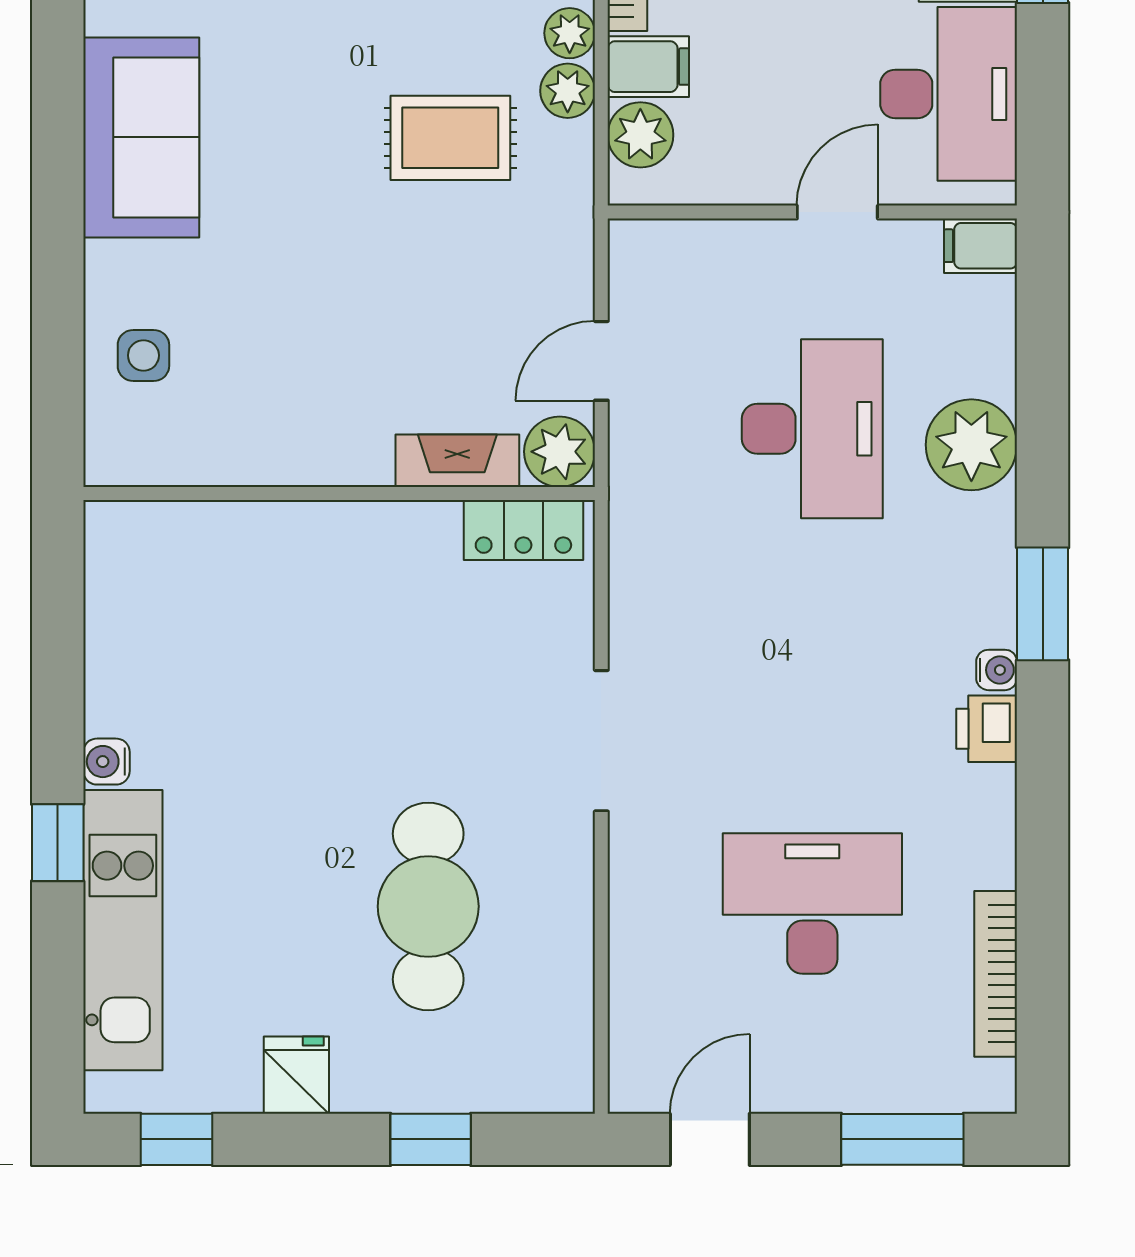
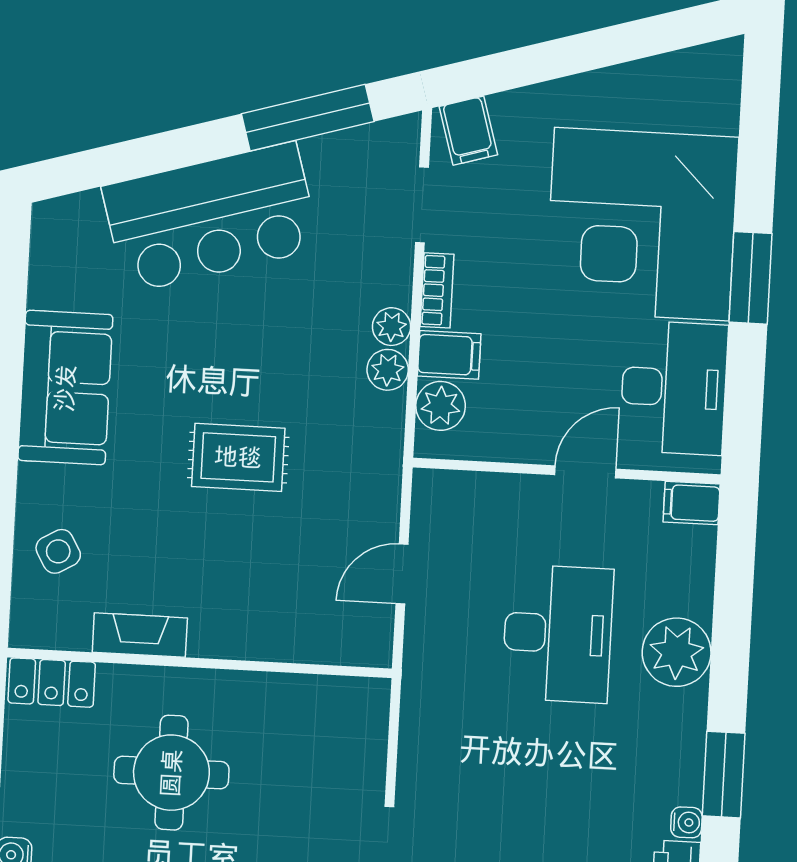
rug: (450, 138) -> (238, 457), moved
side table: (143, 355) -> (58, 551), turned -30
plant: (560, 452) -> (367, 641), removed
fireplace: (457, 461) -> (140, 635), moved
locker: (523, 530) -> (52, 683), moved
round table: (310, 641) -> (171, 773), added

